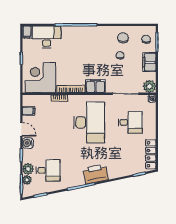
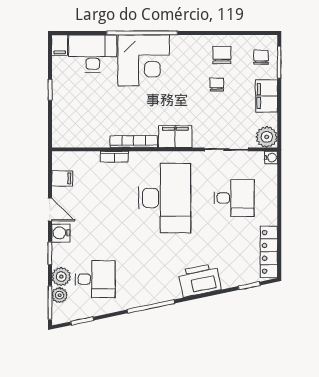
corner desk: (40, 77) -> (144, 60), moved, turned 180
printer: (96, 174) -> (200, 280), moved

